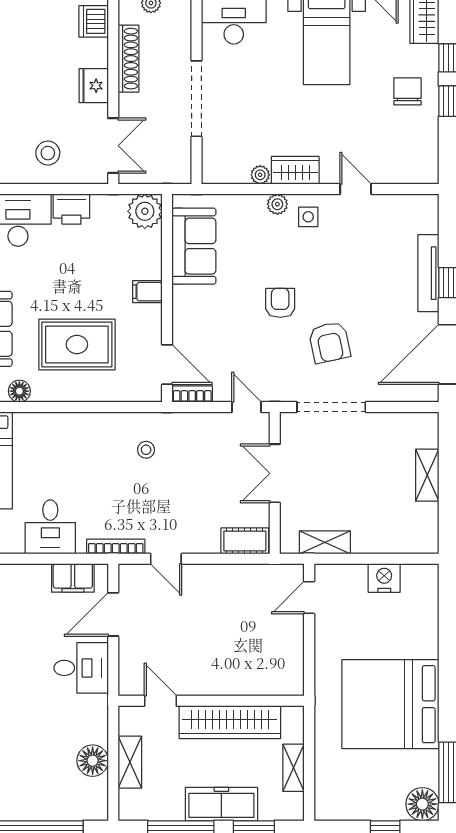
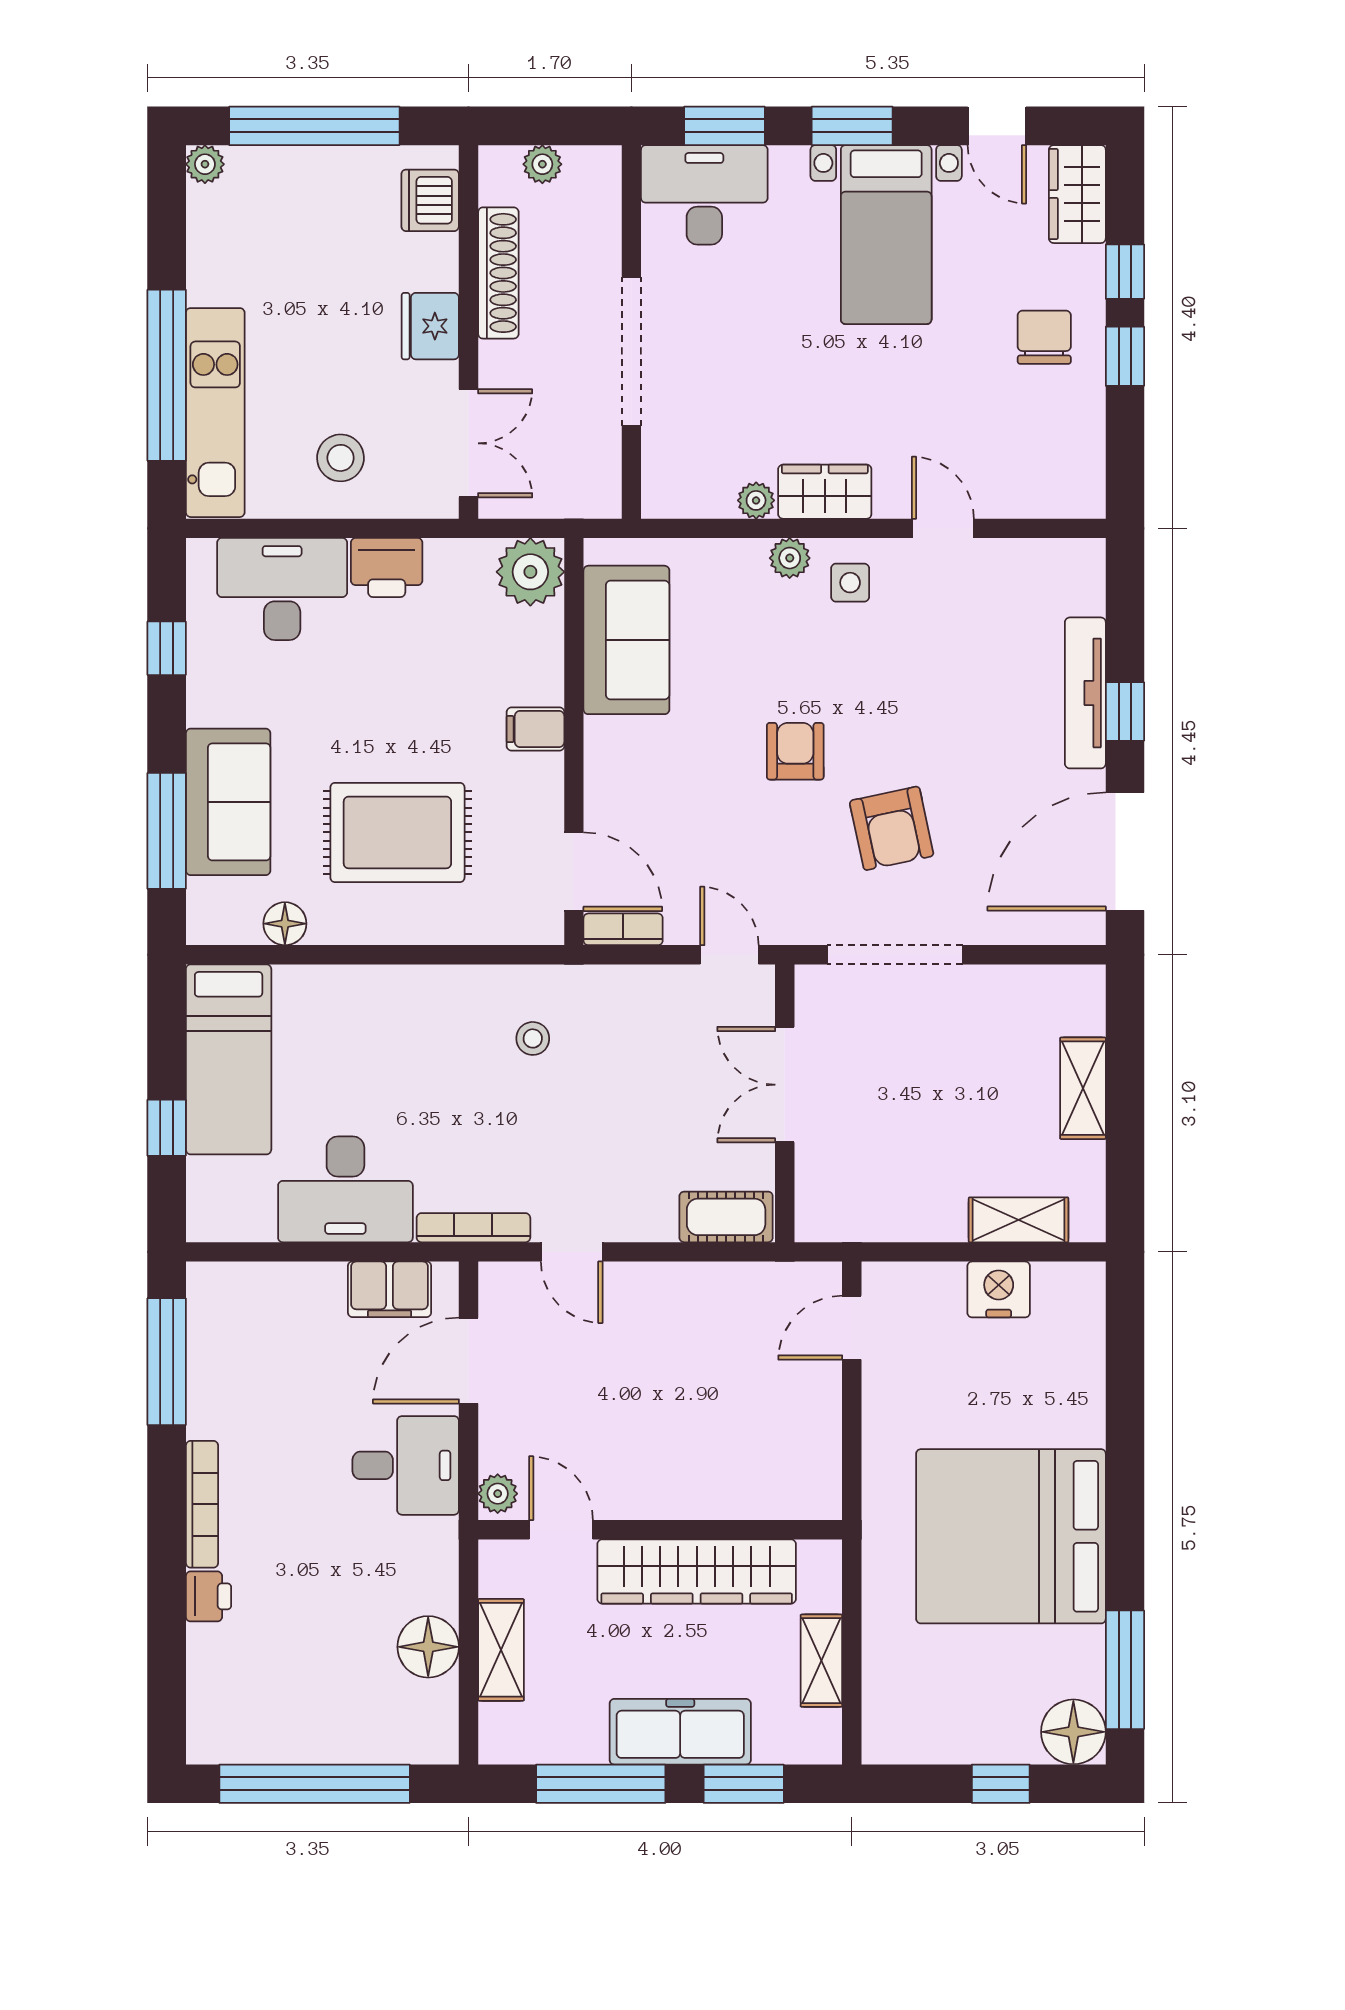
desk: (50, 527) -> (345, 1189), width x1.37
shelving: (325, 542) -> (1019, 1220), moved
plant: (128, 682) -> (498, 1494), added

